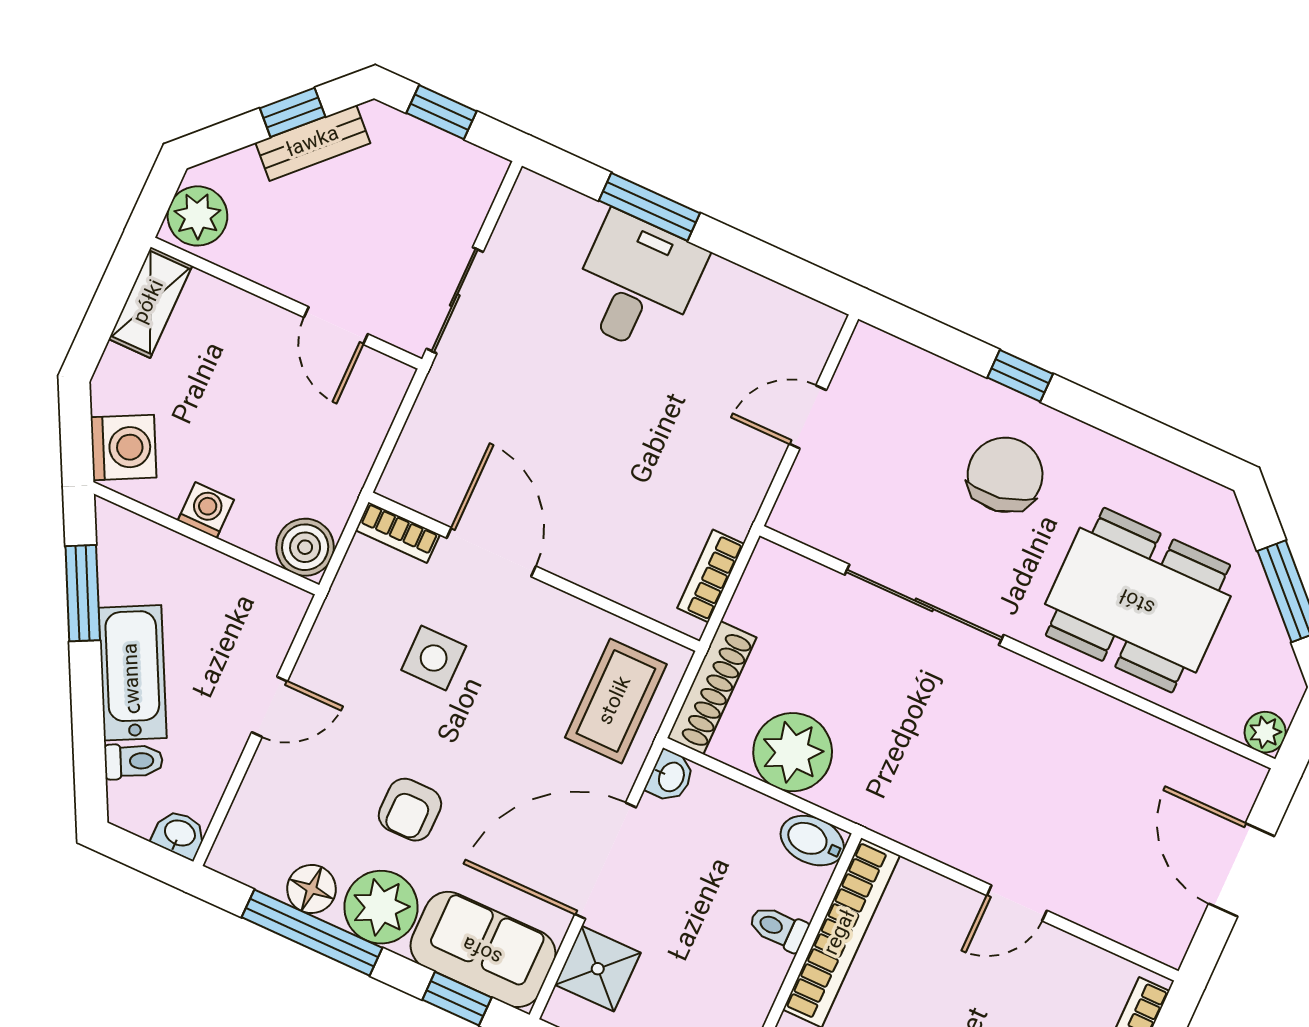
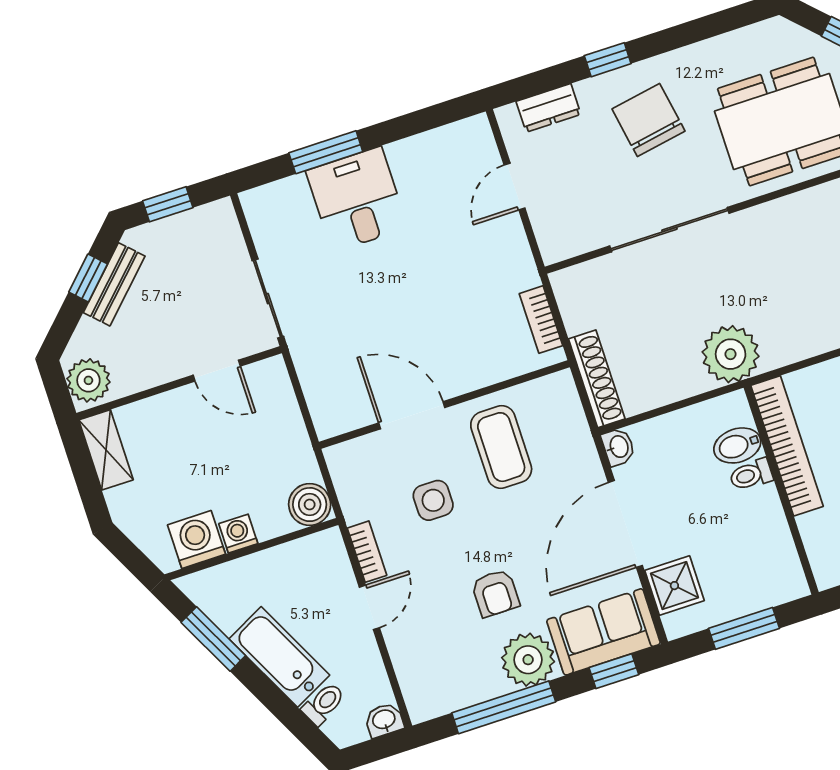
dresser: (915, 369) -> (548, 108), added
washing machine: (124, 447) -> (196, 539), moved, turned -63
bookcase: (398, 532) -> (367, 552), moved, turned -90
coffee table: (616, 701) -> (501, 447), moved
plant: (793, 752) -> (731, 354), moved
bidet: (812, 841) -> (737, 445), moved
floor lamp: (312, 889) -> (482, 684), removed

